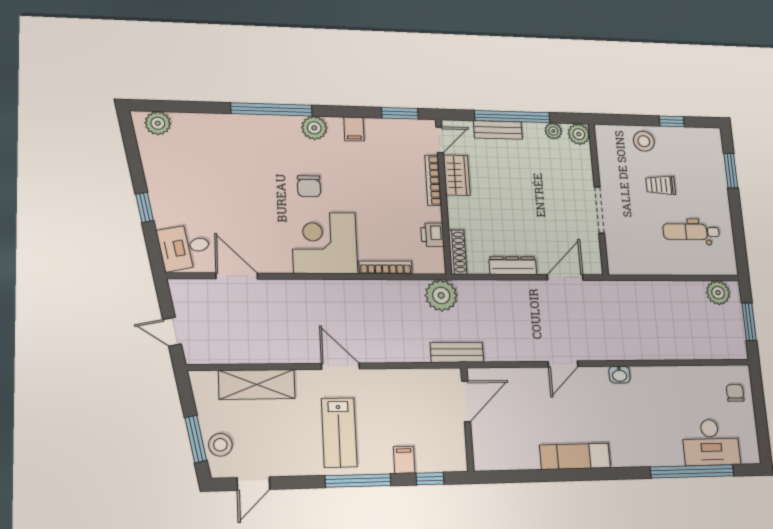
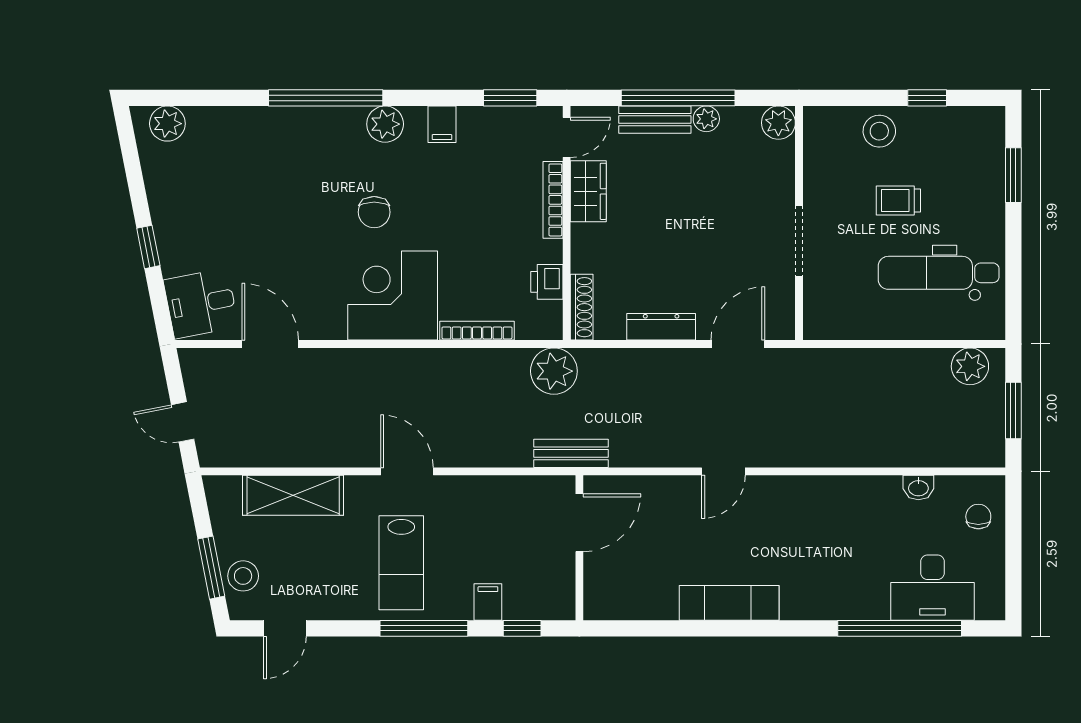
plant: (553, 131) -> (706, 119), moved
dental chair: (691, 232) -> (939, 273), width x1.36, depth x1.38
washbasin: (619, 375) -> (918, 488), moved

